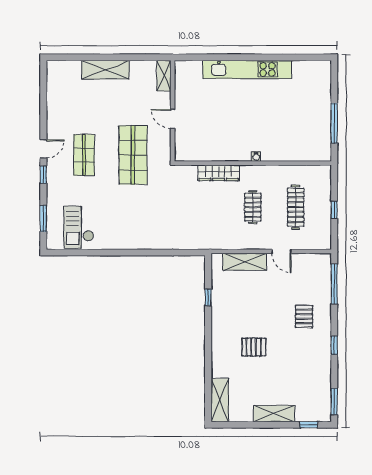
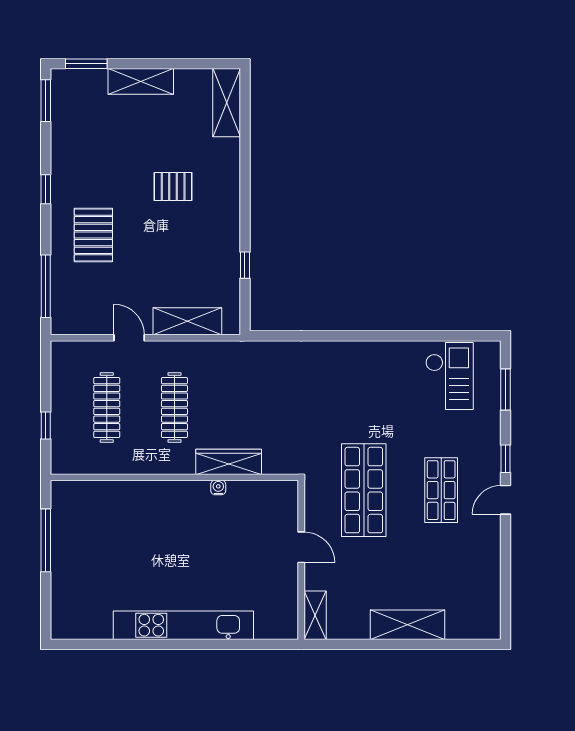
water cooler: (256, 157) -> (218, 488), moved
clothes rail: (253, 207) -> (174, 408), width x1.36
window: (334, 210) -> (46, 426), moved
pallet: (304, 316) -> (93, 235), width x1.50, depth x1.42
window: (309, 425) -> (86, 64), width x1.50

